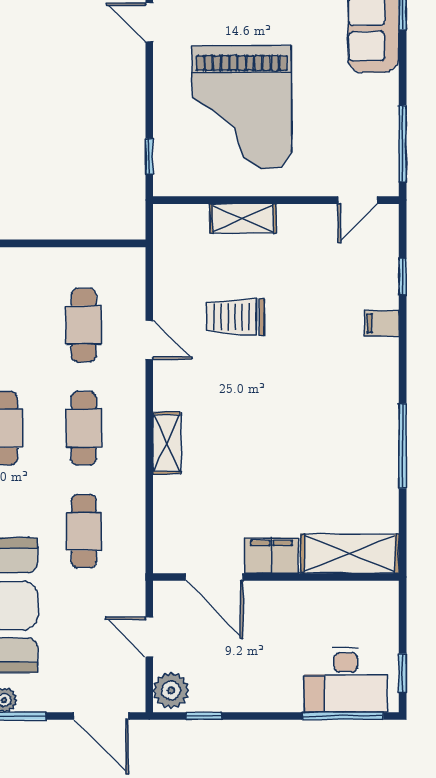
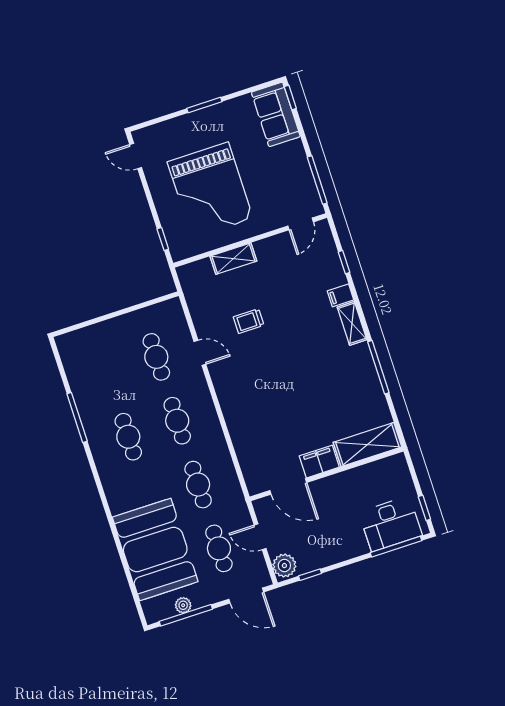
trolley: (235, 317) -> (249, 321), width x0.73, depth x0.72
shelving: (167, 443) -> (352, 323), moved
cafe table: (84, 634) -> (219, 548), added

